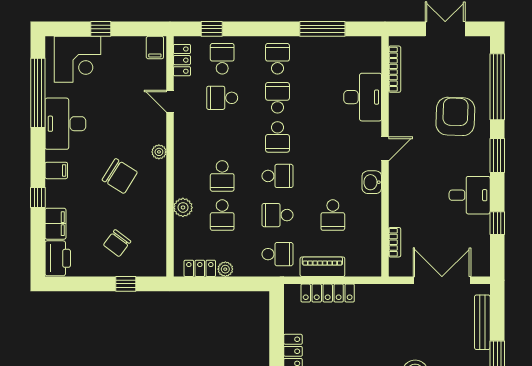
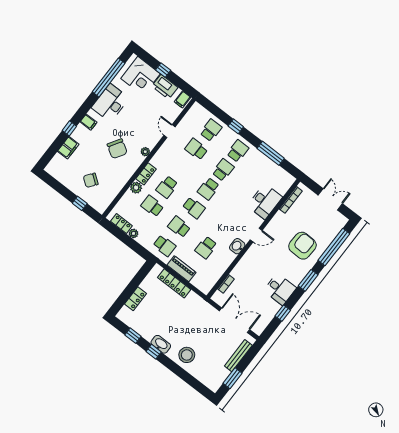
window: (212, 29) -> (236, 126), moved
locker: (182, 60) -> (146, 174), moved
school desk: (222, 215) -> (152, 206), turned 90
printer: (58, 258) -> (165, 87), moved, turned 90

